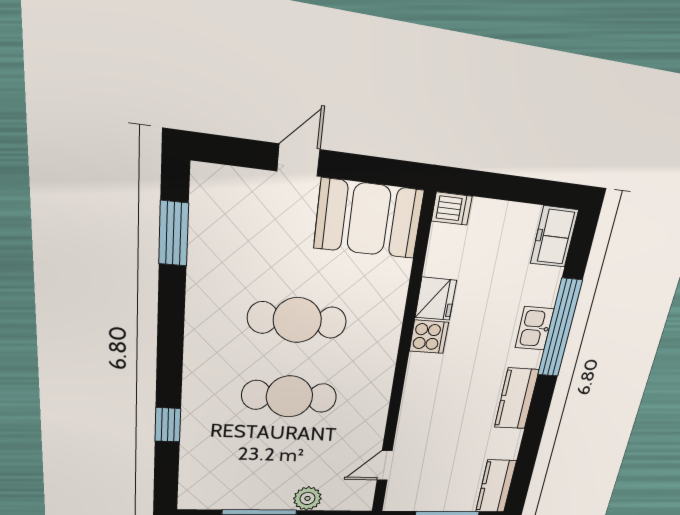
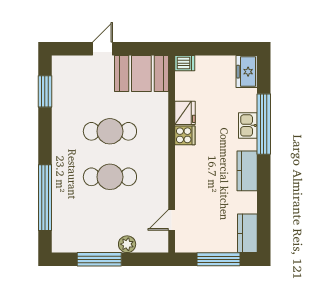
window: (168, 425) -> (45, 198), width x3.17

